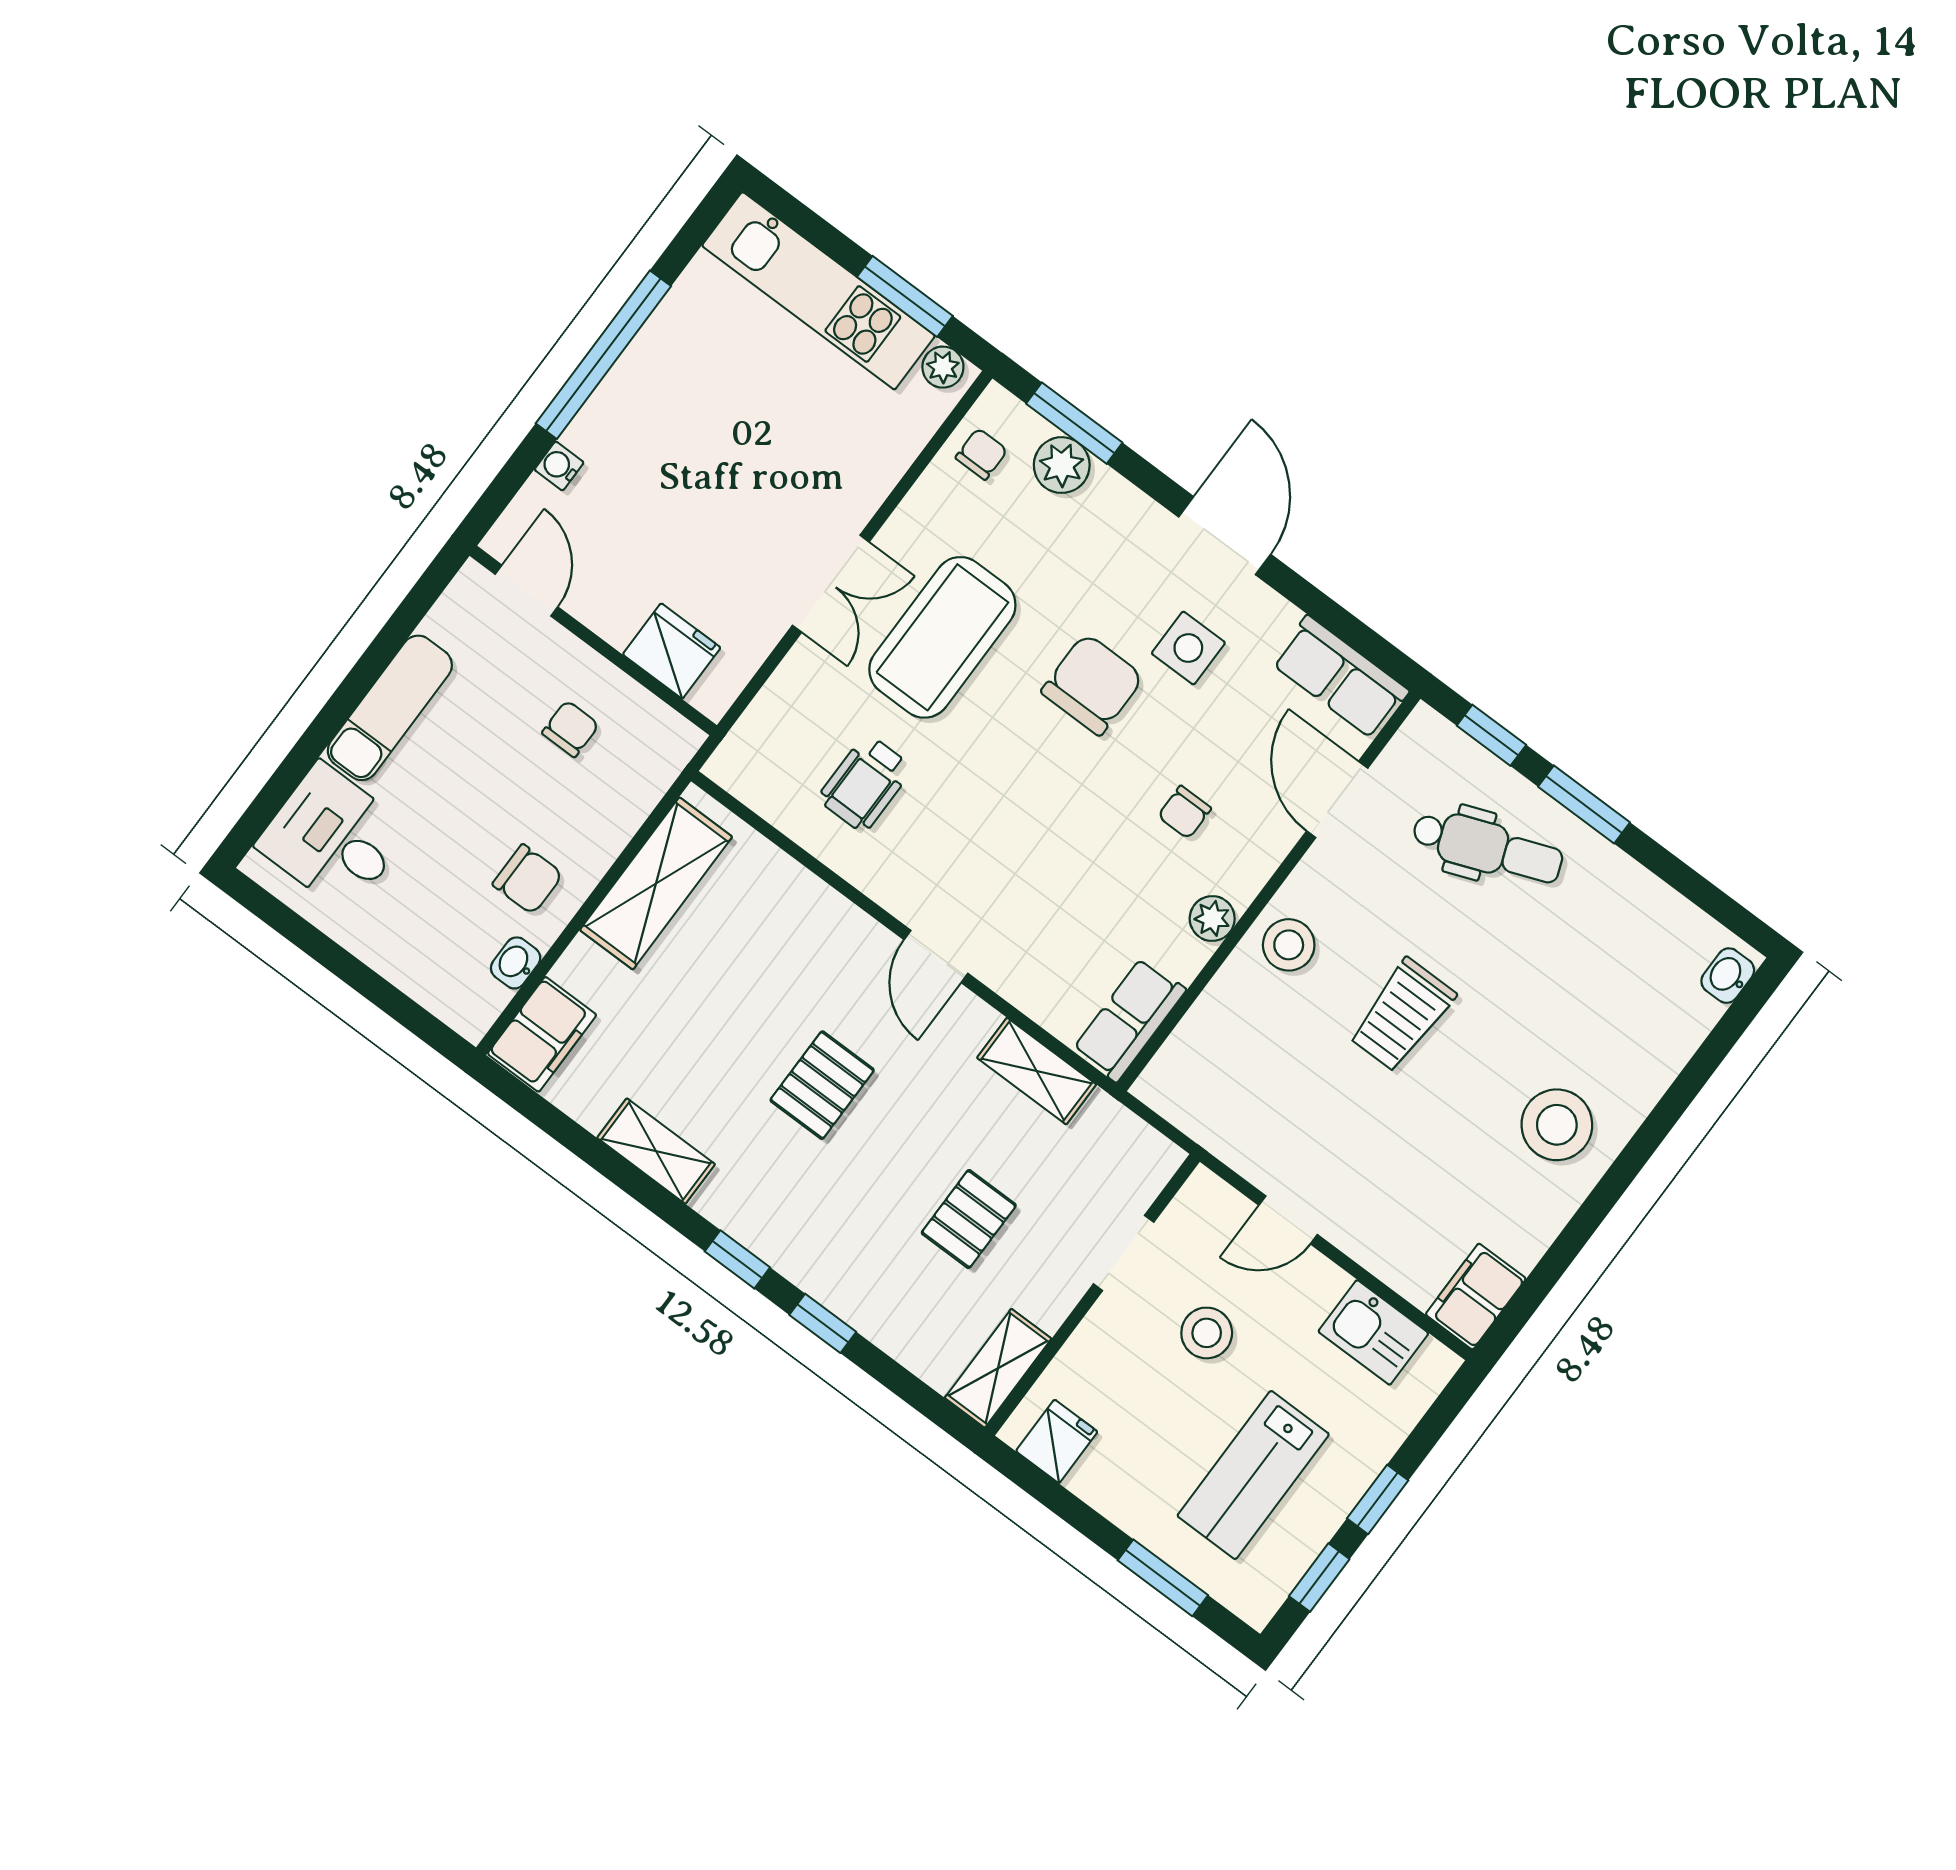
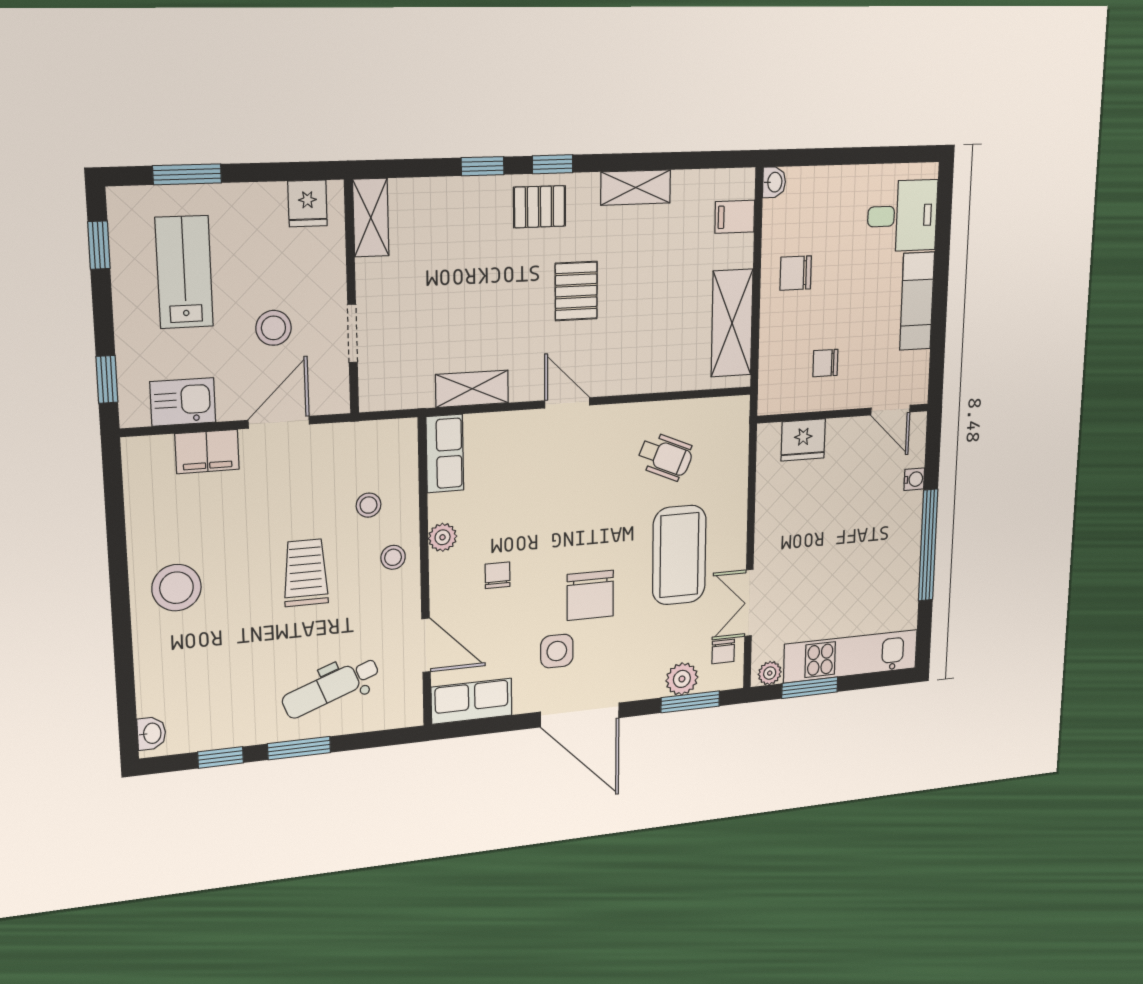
door: (1225, 536) -> (580, 715), width x1.36
double door: (831, 584) -> (749, 603), moved
chair: (570, 729) -> (825, 363), turned 90
window: (1491, 735) -> (221, 757), moved
wheelchair: (865, 783) -> (665, 457), turned 113
stool: (1289, 945) -> (393, 557), width x0.73, depth x0.73
washbasin: (516, 963) -> (774, 182), moved
filing cabinet: (542, 1034) -> (735, 217), width x0.50
stool: (1266, 1034) -> (369, 505), added
pallet: (969, 1219) -> (539, 207), moved, turned 90
door: (1288, 1220) -> (279, 422), width x1.38
filing cabinet: (1476, 1296) -> (207, 451), moved, turned 90
window: (1378, 1499) -> (107, 379), moved

